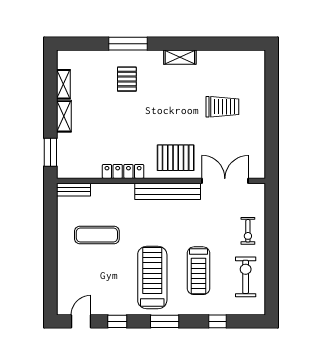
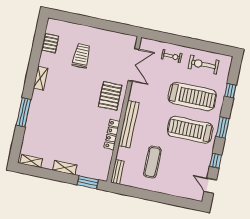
pallet: (127, 79) -> (50, 43), moved, turned 90
shelving: (63, 84) -> (31, 161), moved
double door: (225, 181) -> (134, 65), swing flipped
bench: (168, 191) -> (129, 124), moved
treadmill: (198, 271) -> (192, 97), width x1.37, depth x1.38

